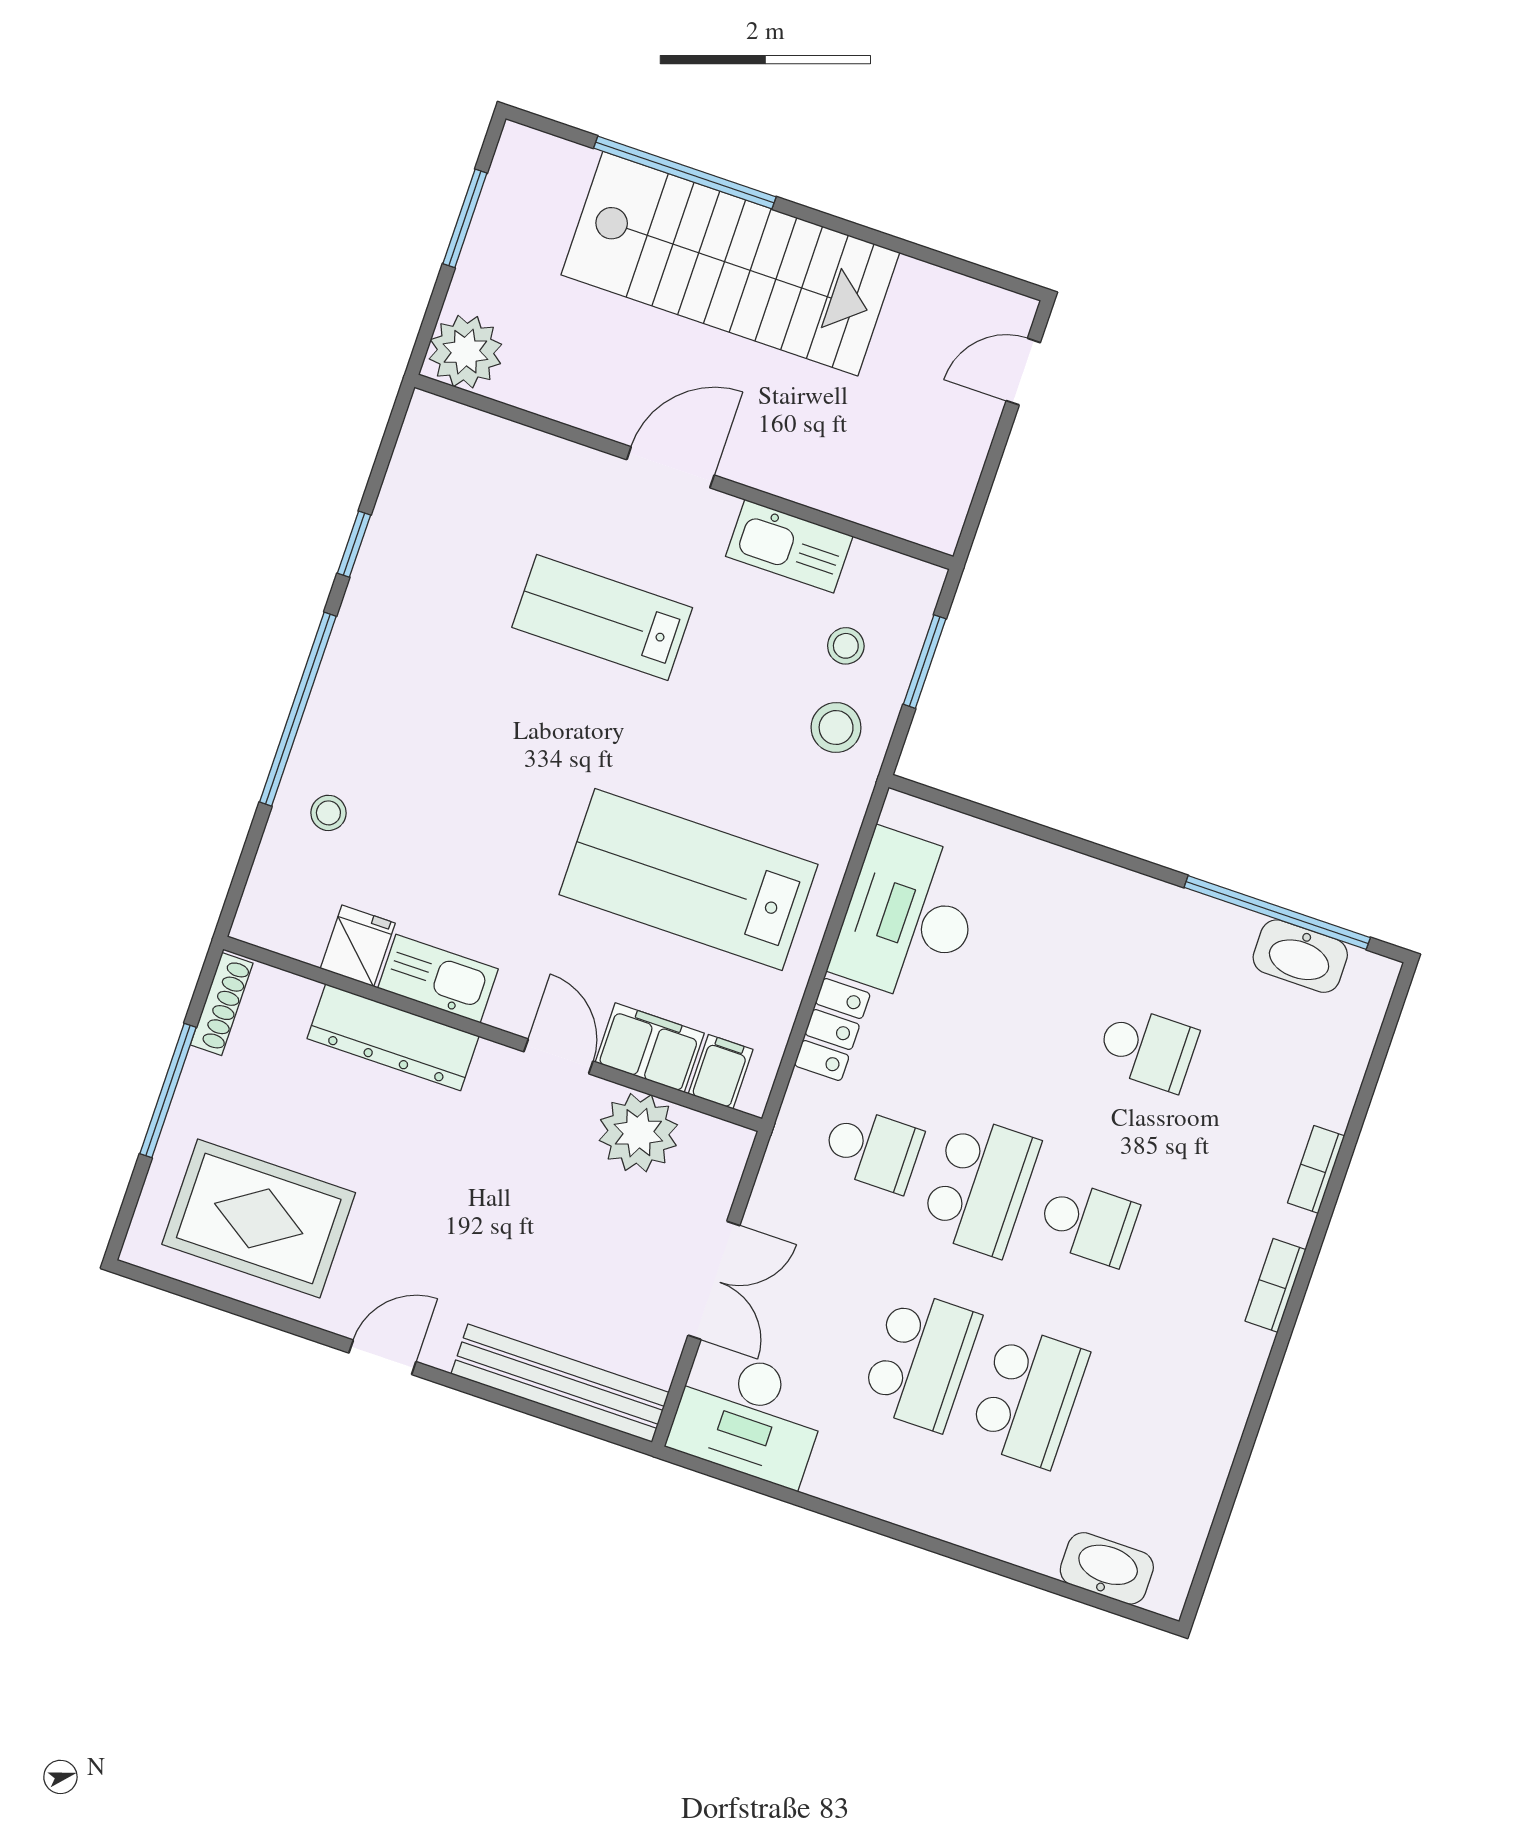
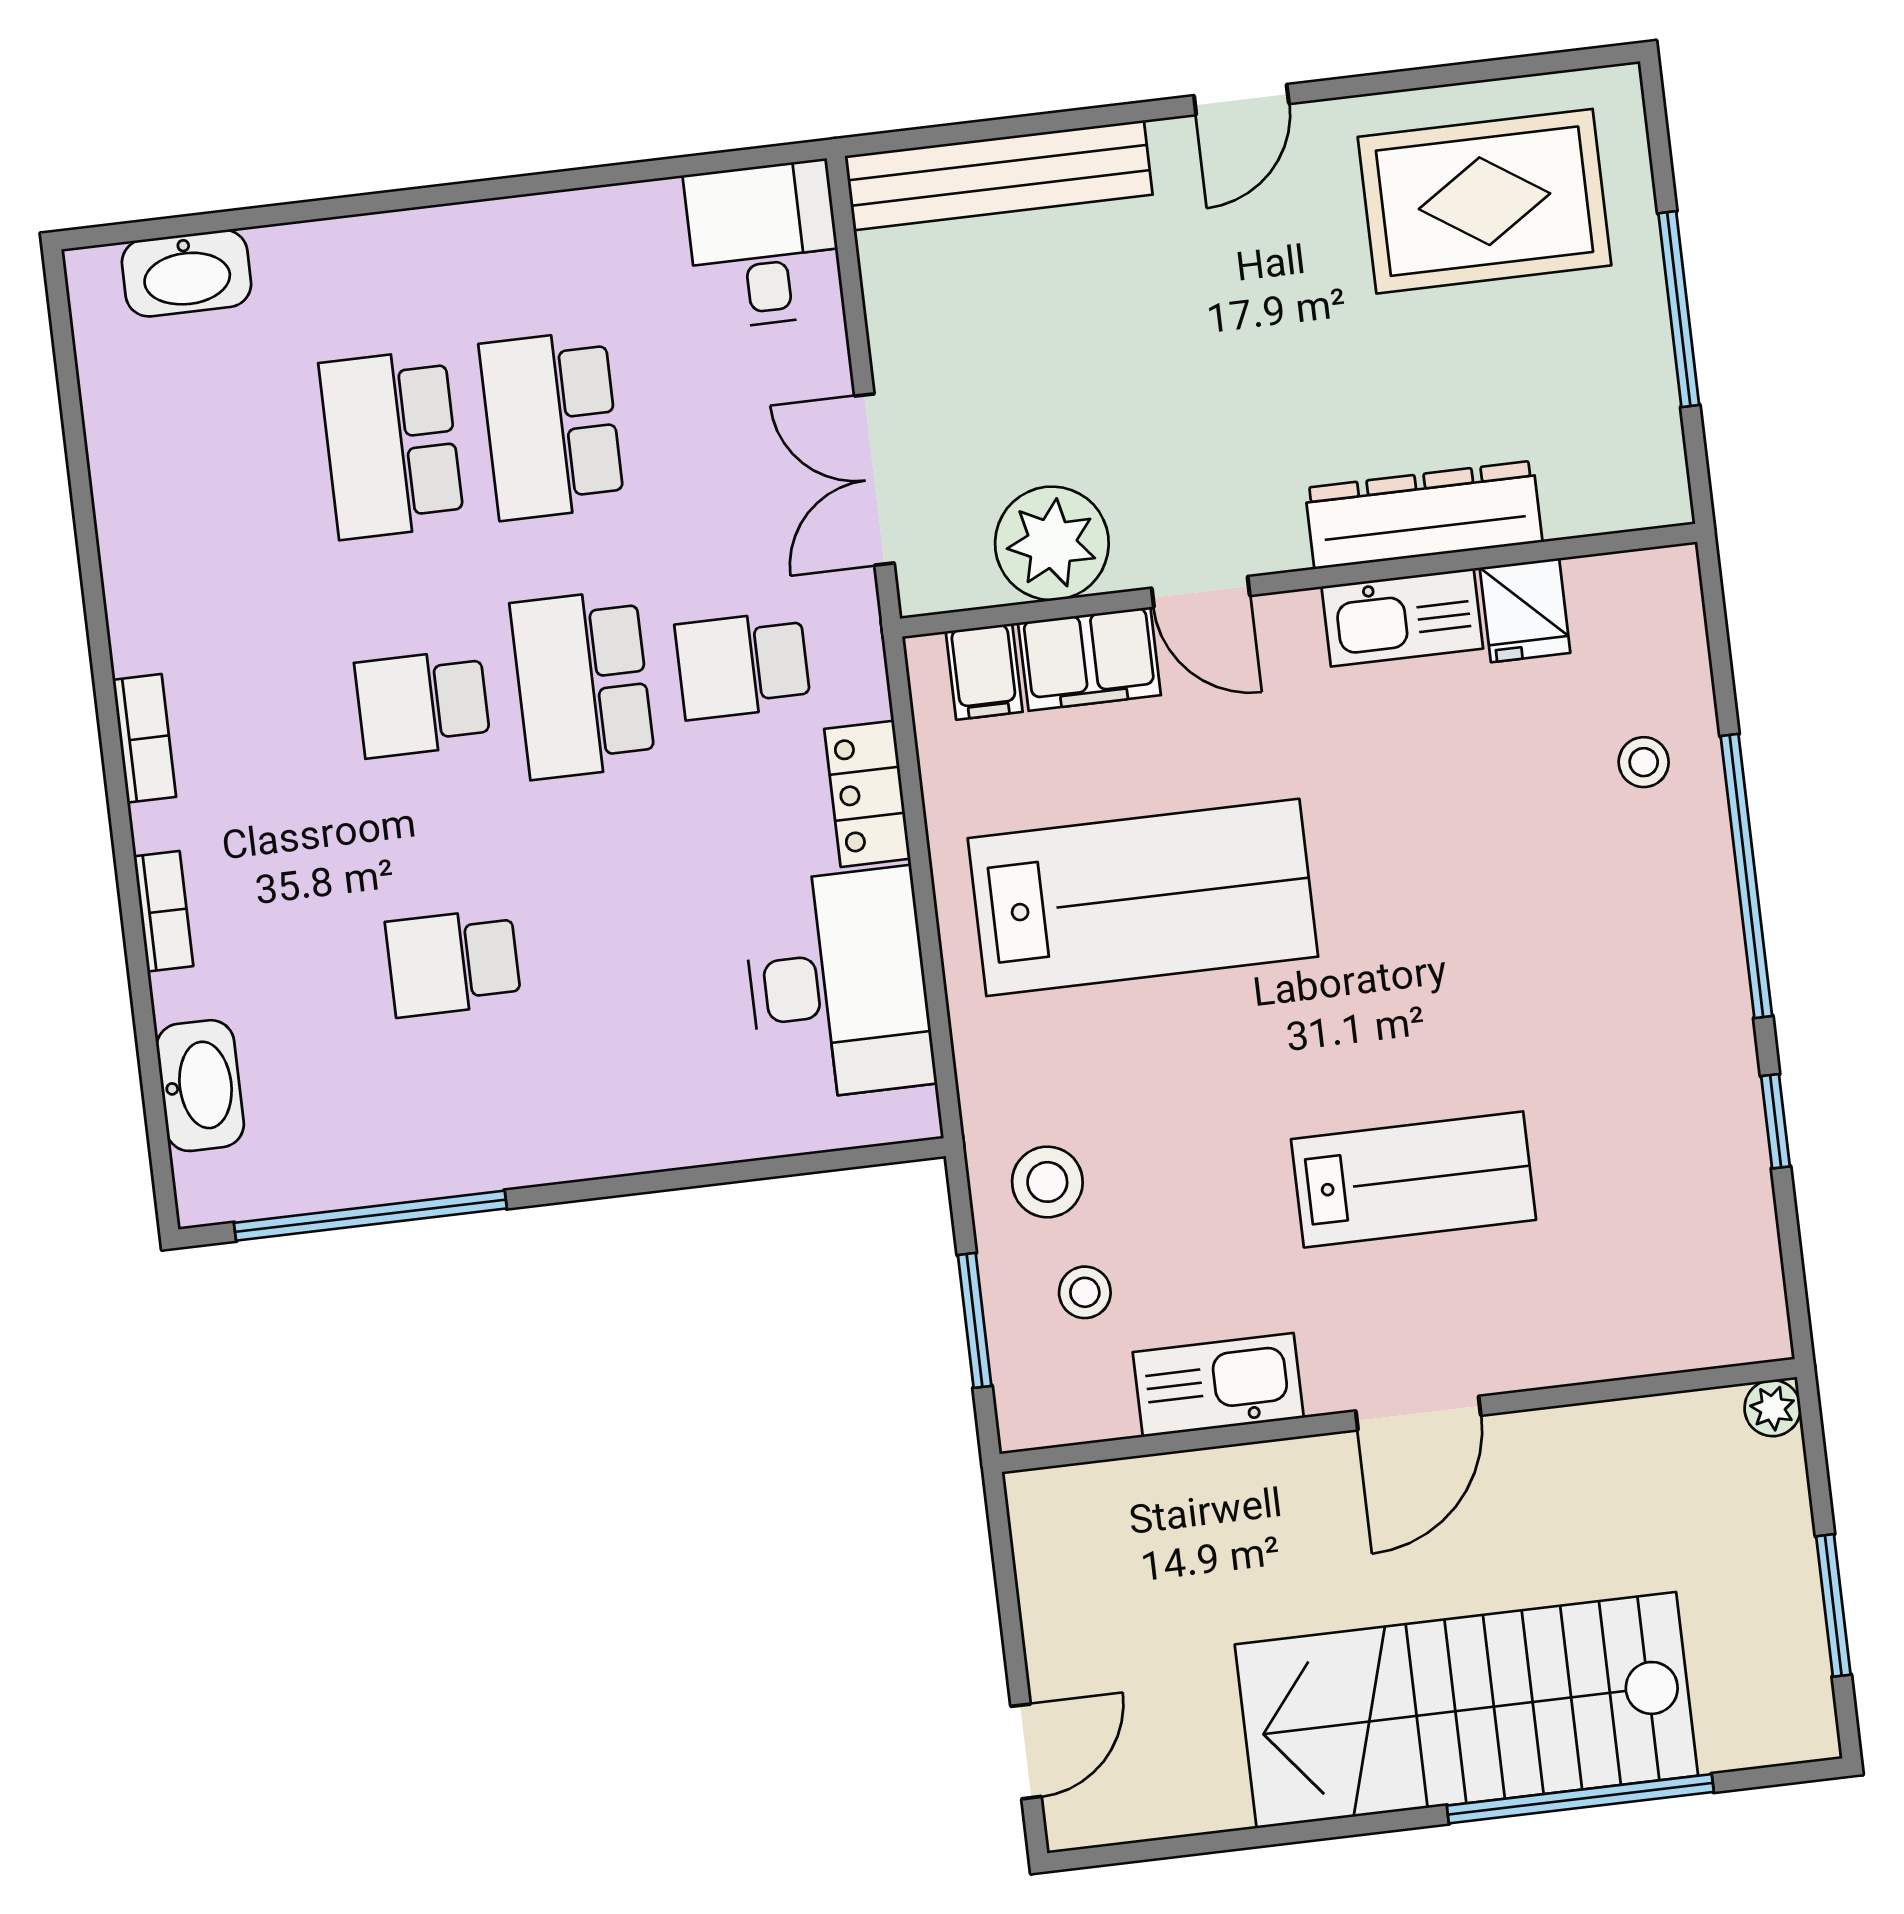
plant: (465, 352) -> (1773, 1408), width x0.53, depth x0.53
washbasin: (1300, 956) -> (200, 1086), moved, turned 90
shoe rack: (222, 1004) -> (1663, 453), removed
double door: (714, 1280) -> (874, 480), moved
desk: (749, 1417) -> (764, 245), width x0.73

